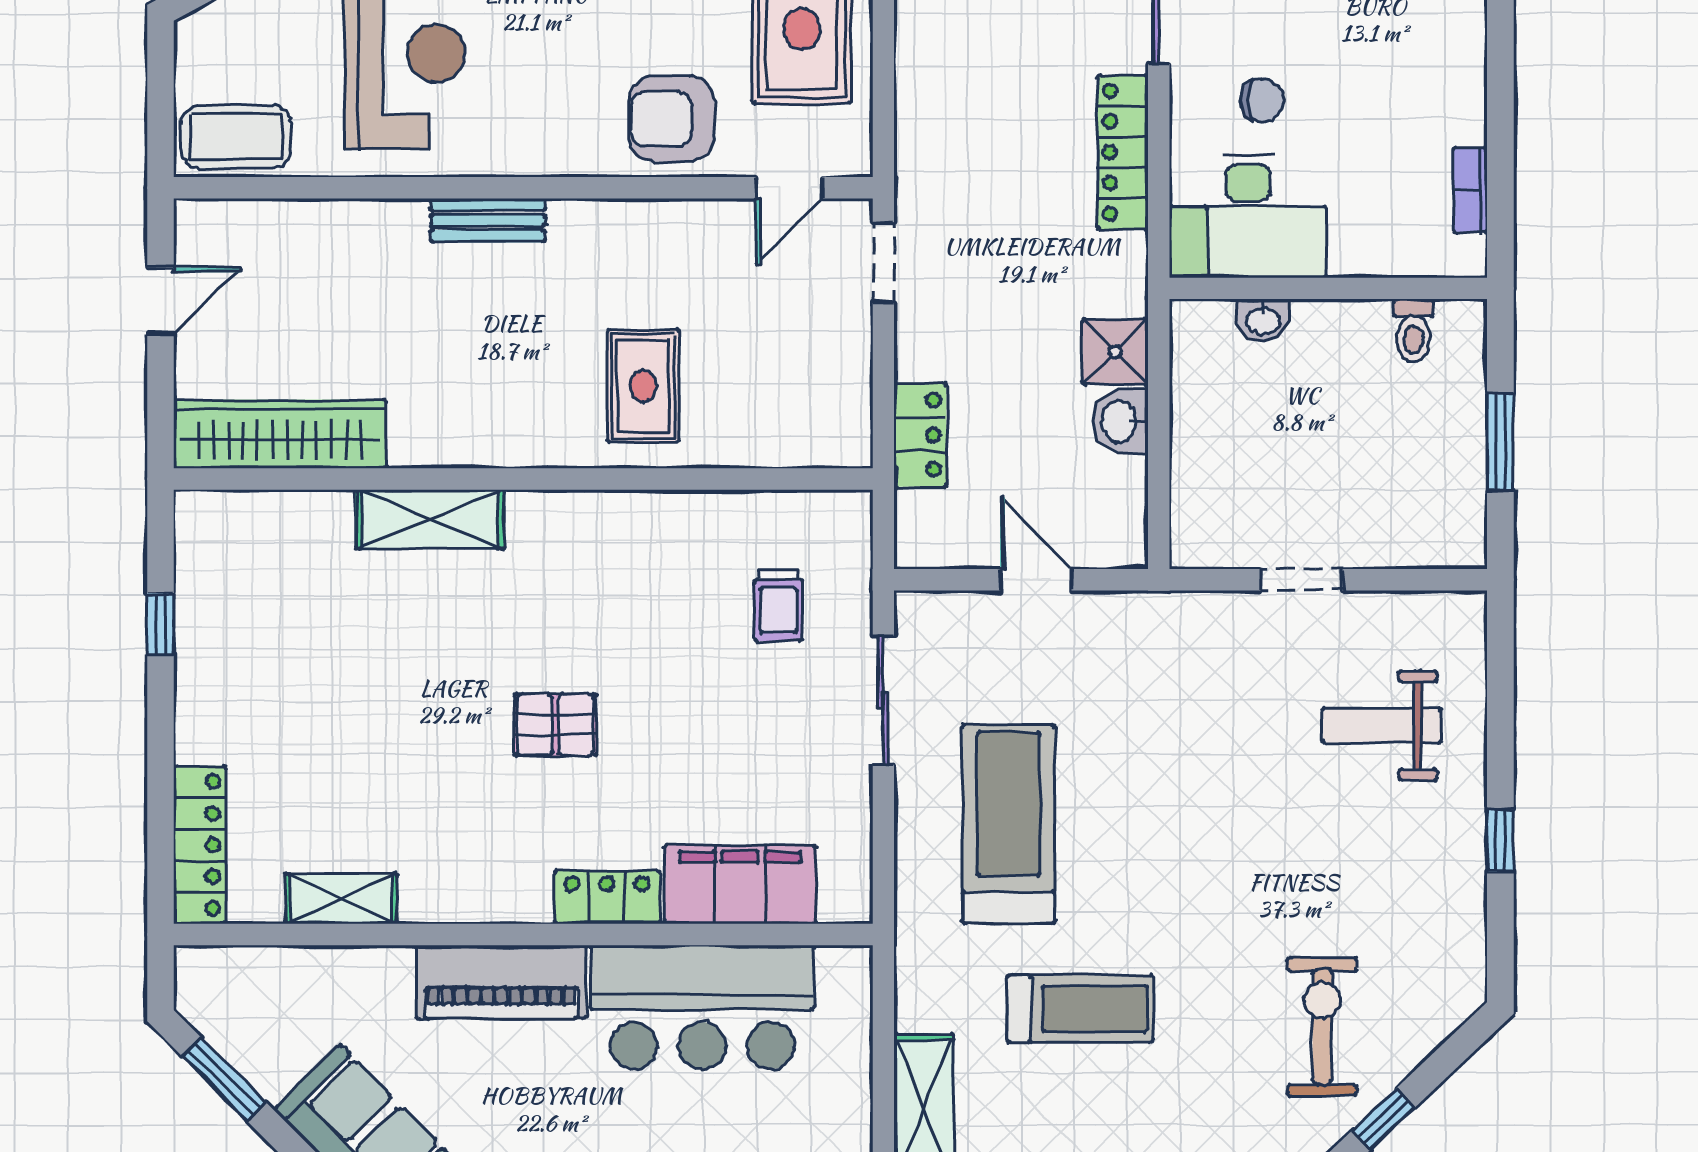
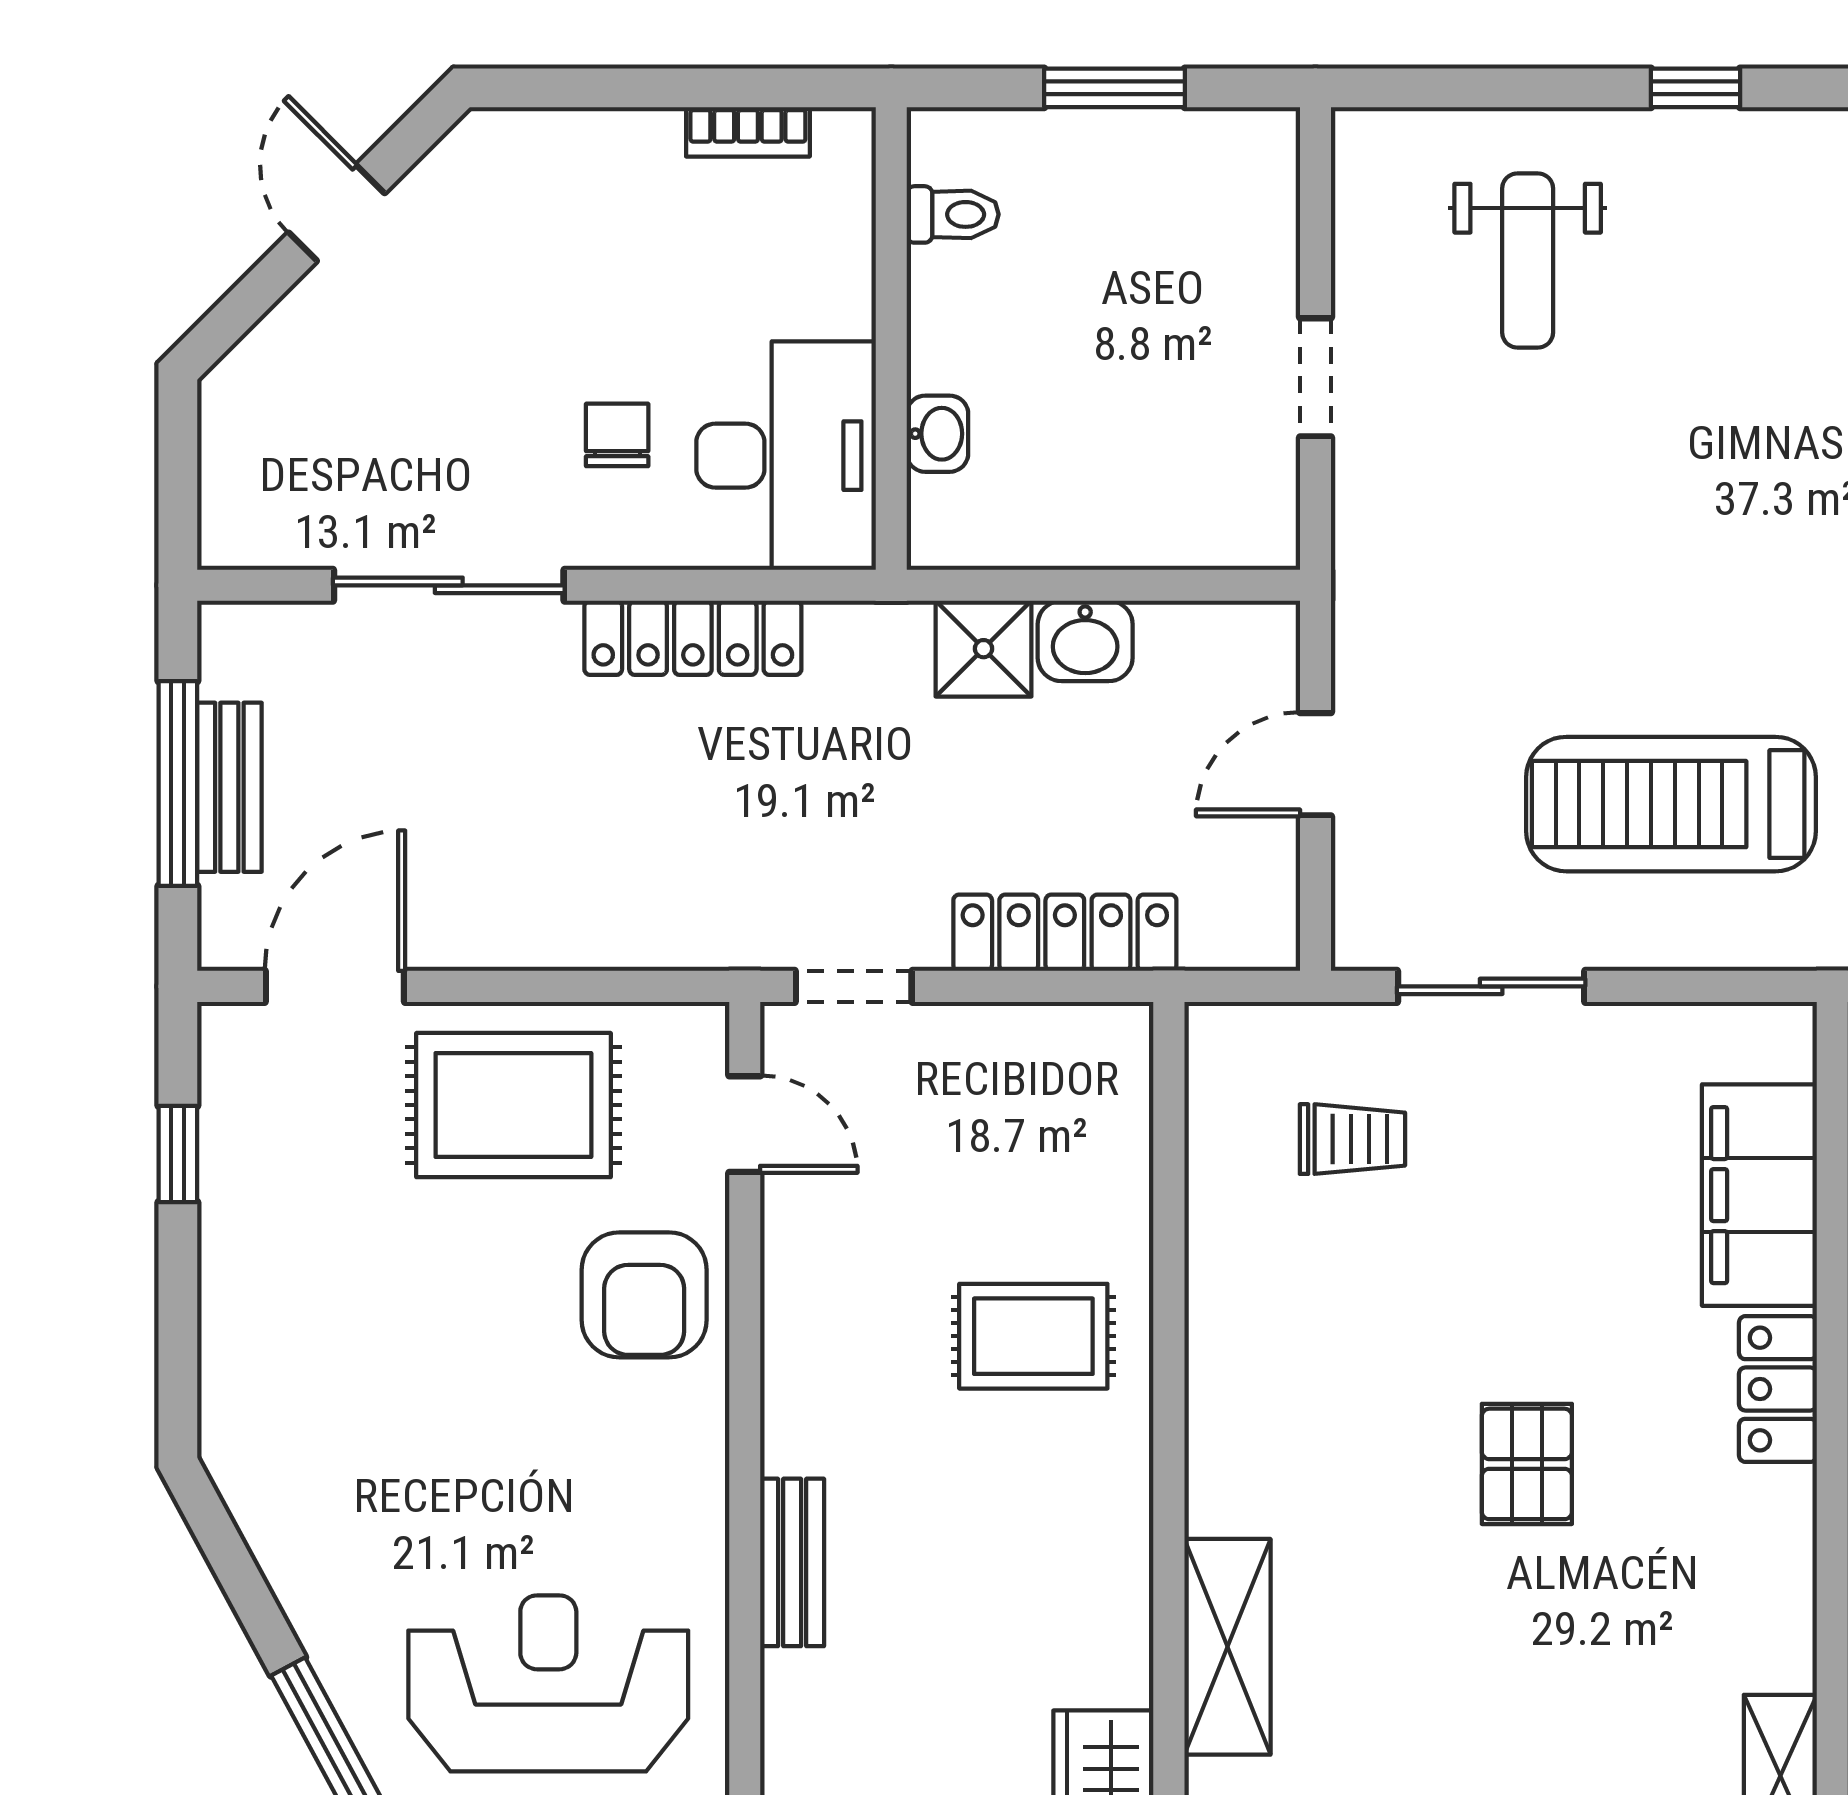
locker: (920, 435) -> (1065, 933), width x1.53

